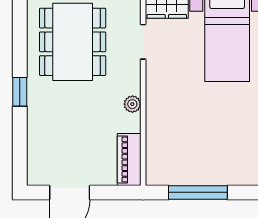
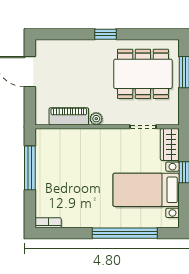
piano: (129, 159) -> (69, 116), moved

